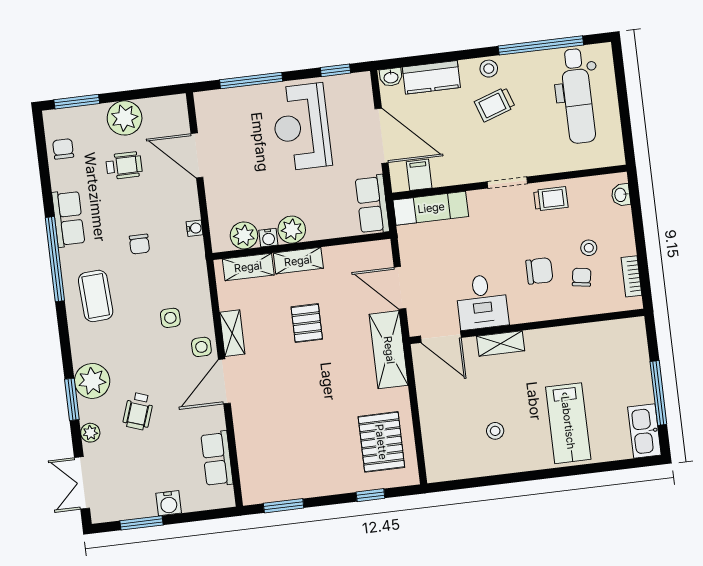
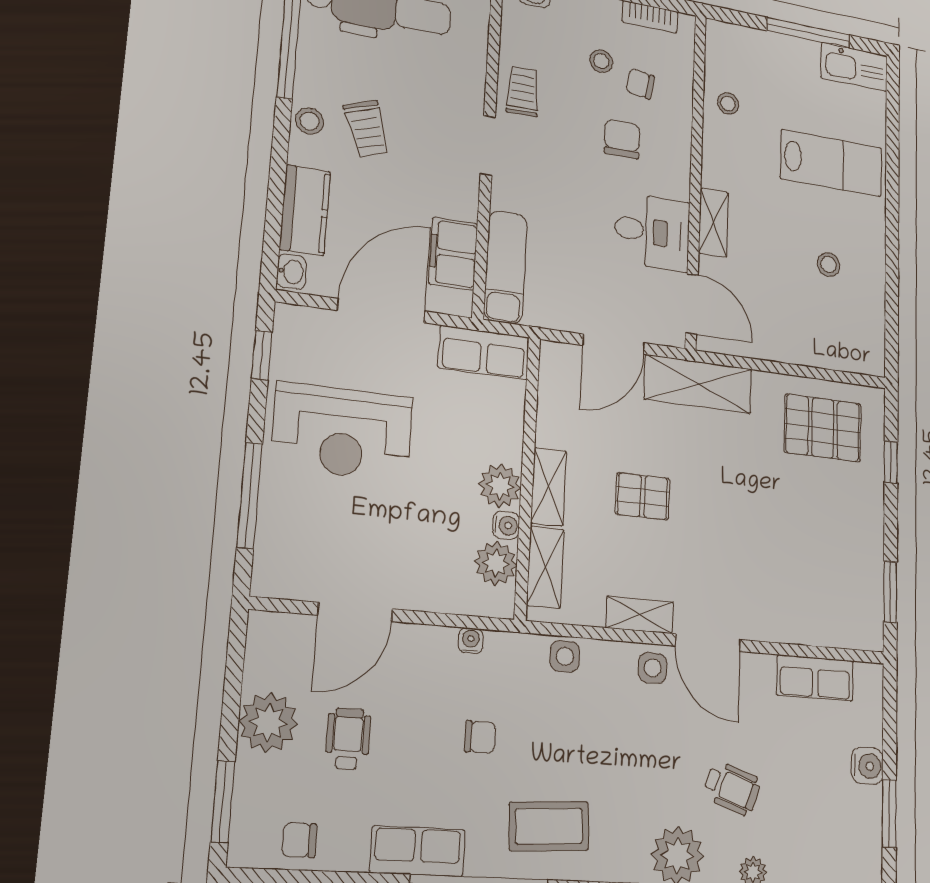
filing cabinet: (419, 175) -> (453, 254), width x2.00
side table: (170, 318) -> (565, 656), moved
door: (441, 337) -> (692, 304), hinge flipped
stool: (587, 341) -> (728, 104), added

